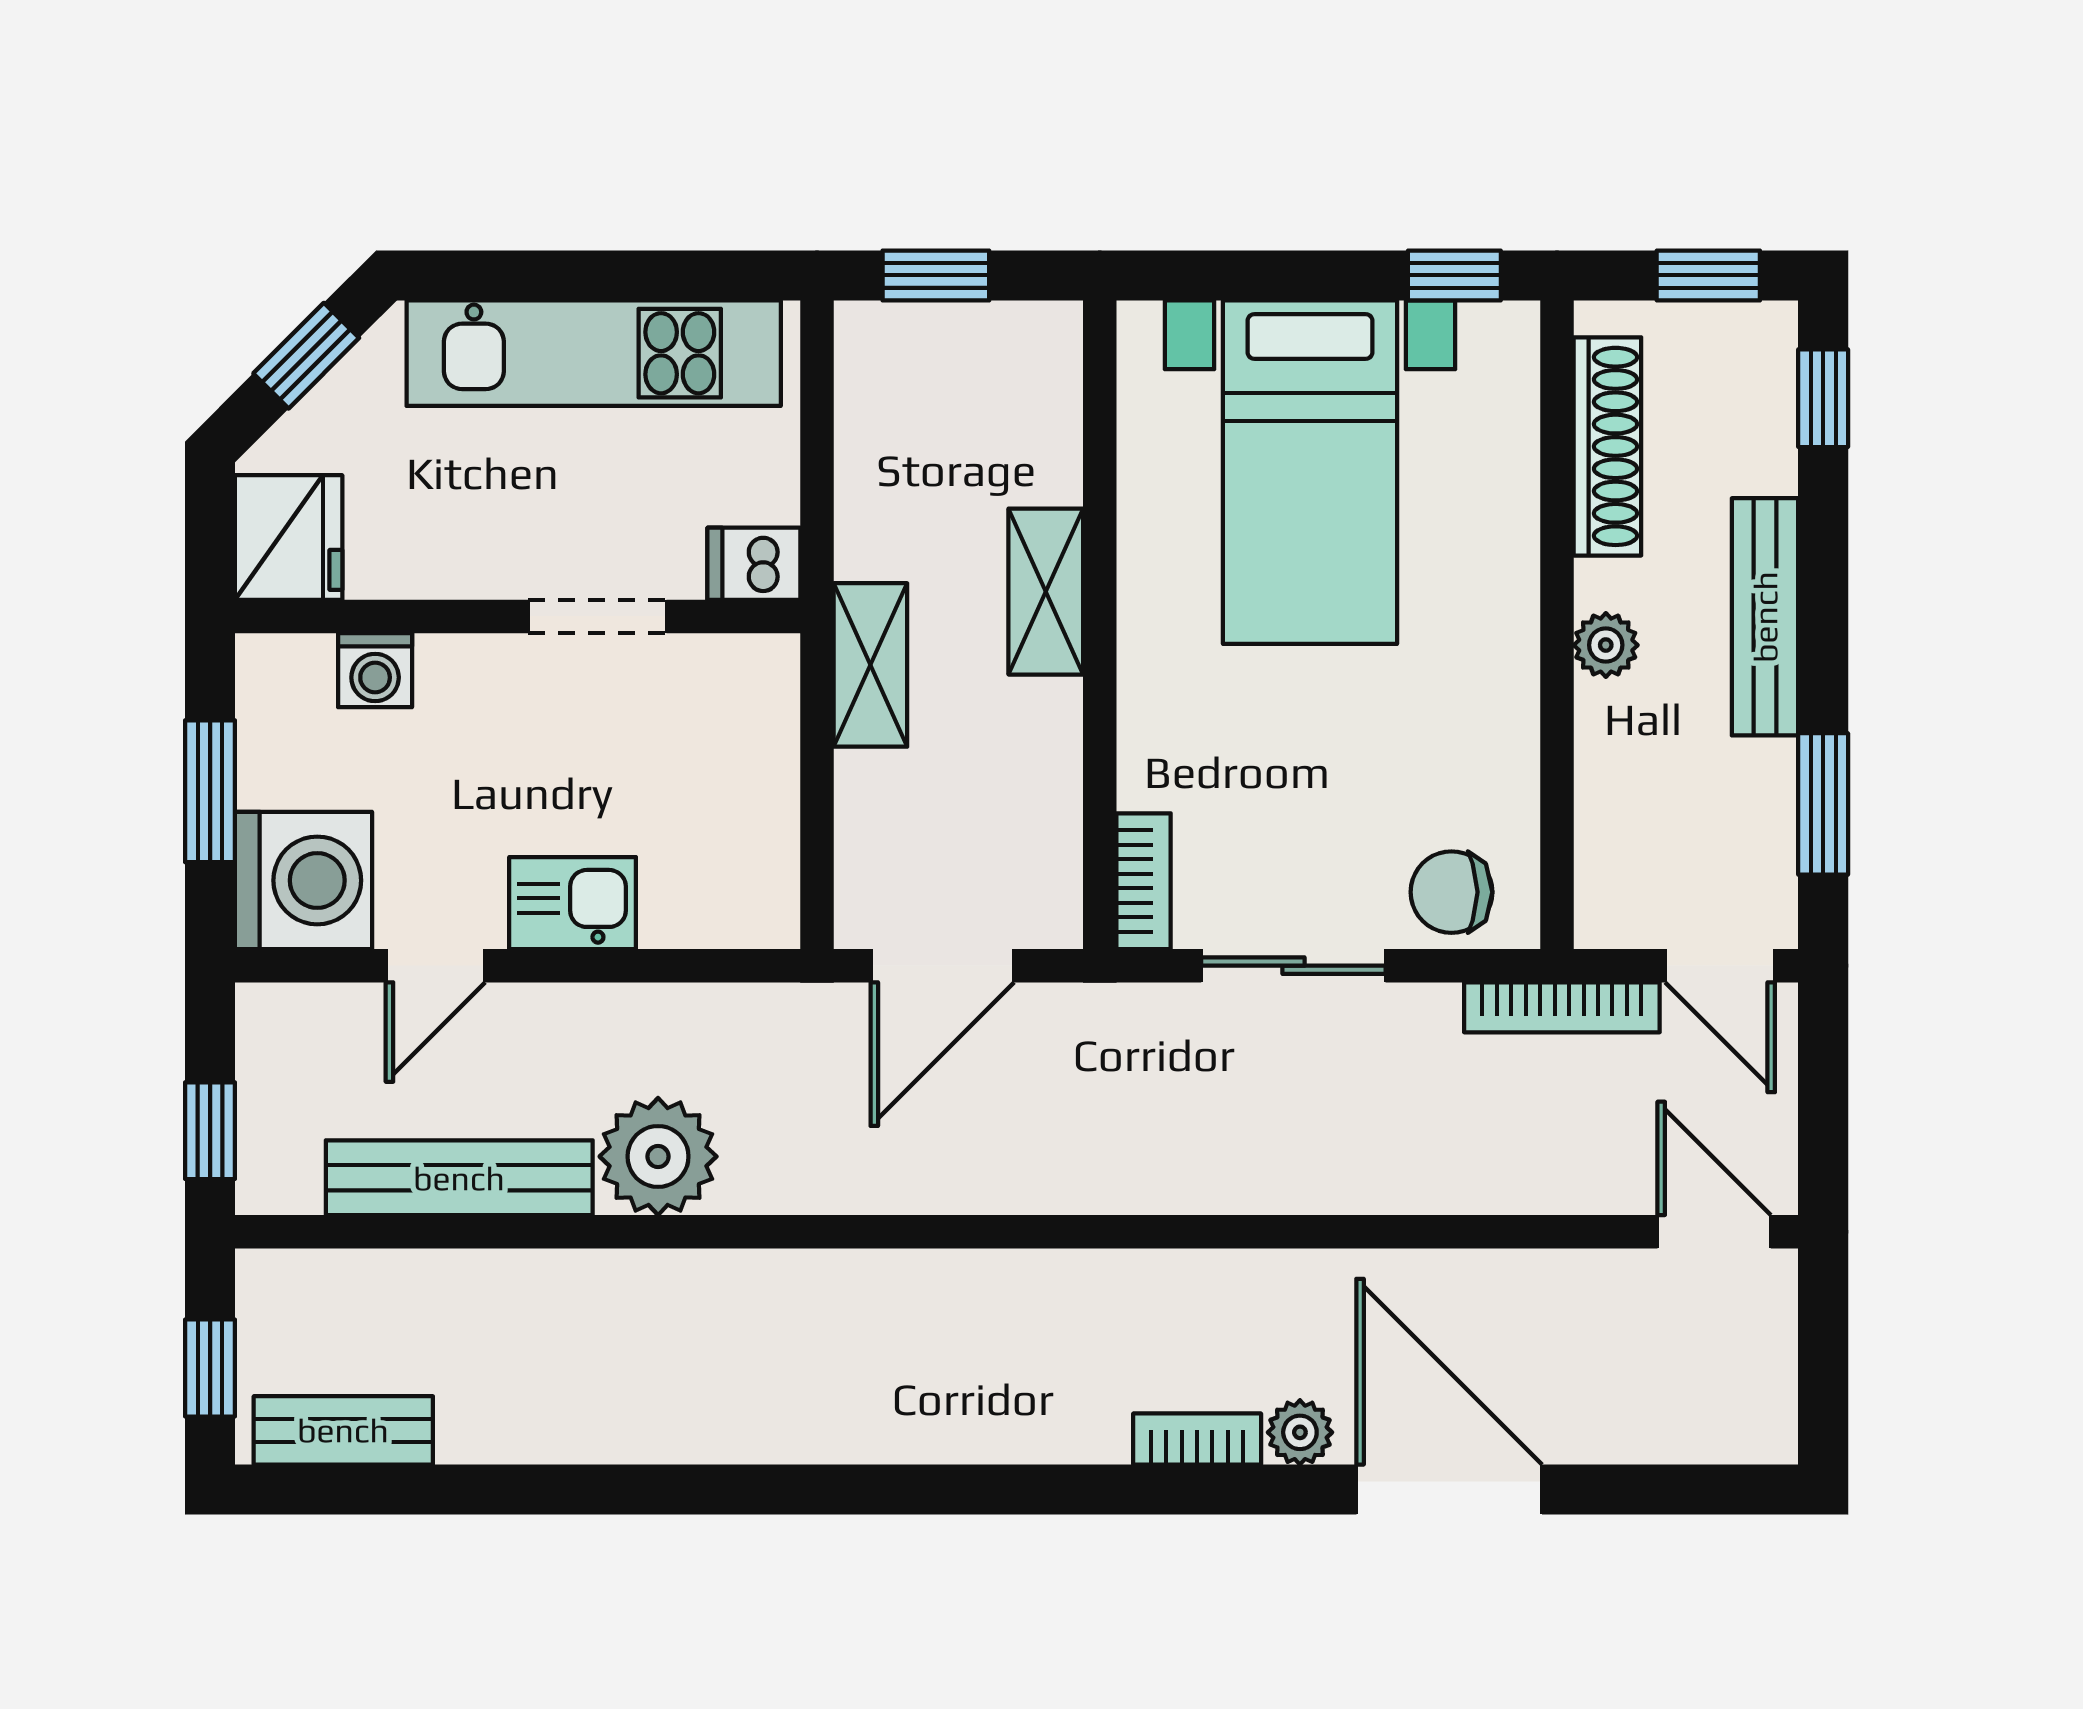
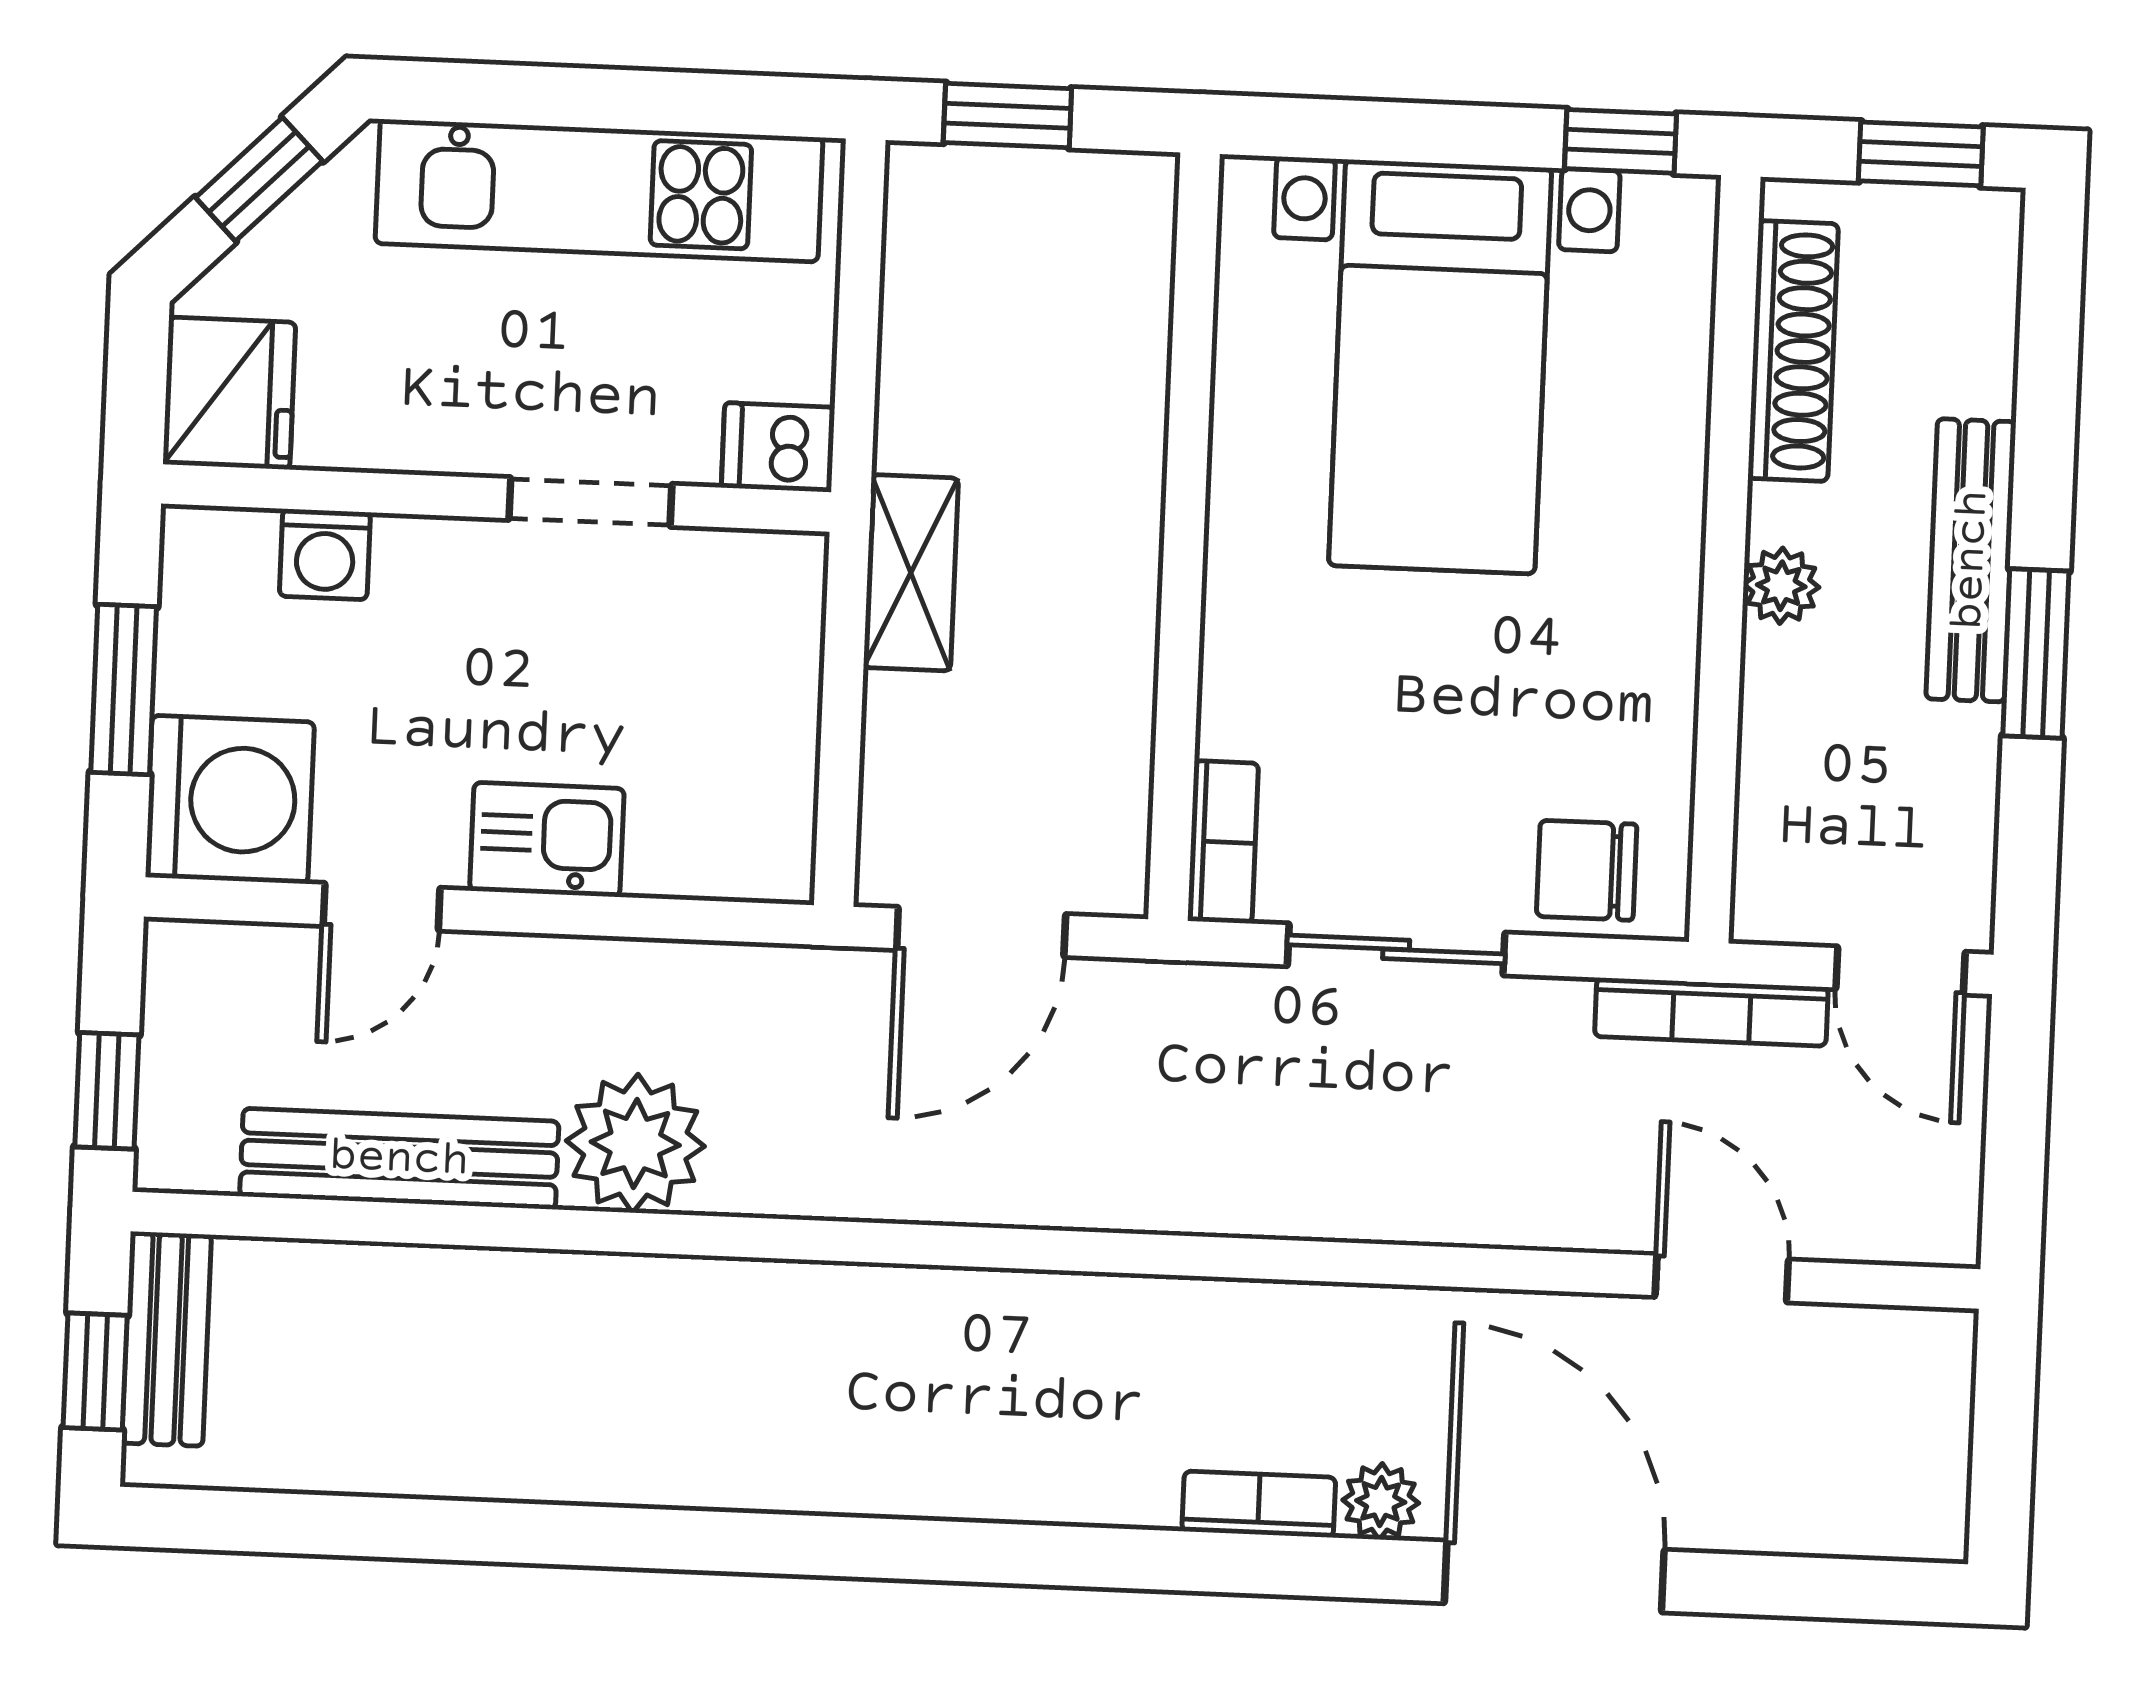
window: (1823, 398) -> (2051, 305), removed
shelving: (1046, 592) -> (1122, 495), removed
window: (1823, 804) -> (2036, 654), moved
door: (1714, 1232) -> (1722, 1278), moved
bench: (343, 1430) -> (167, 1339), moved, turned 90

